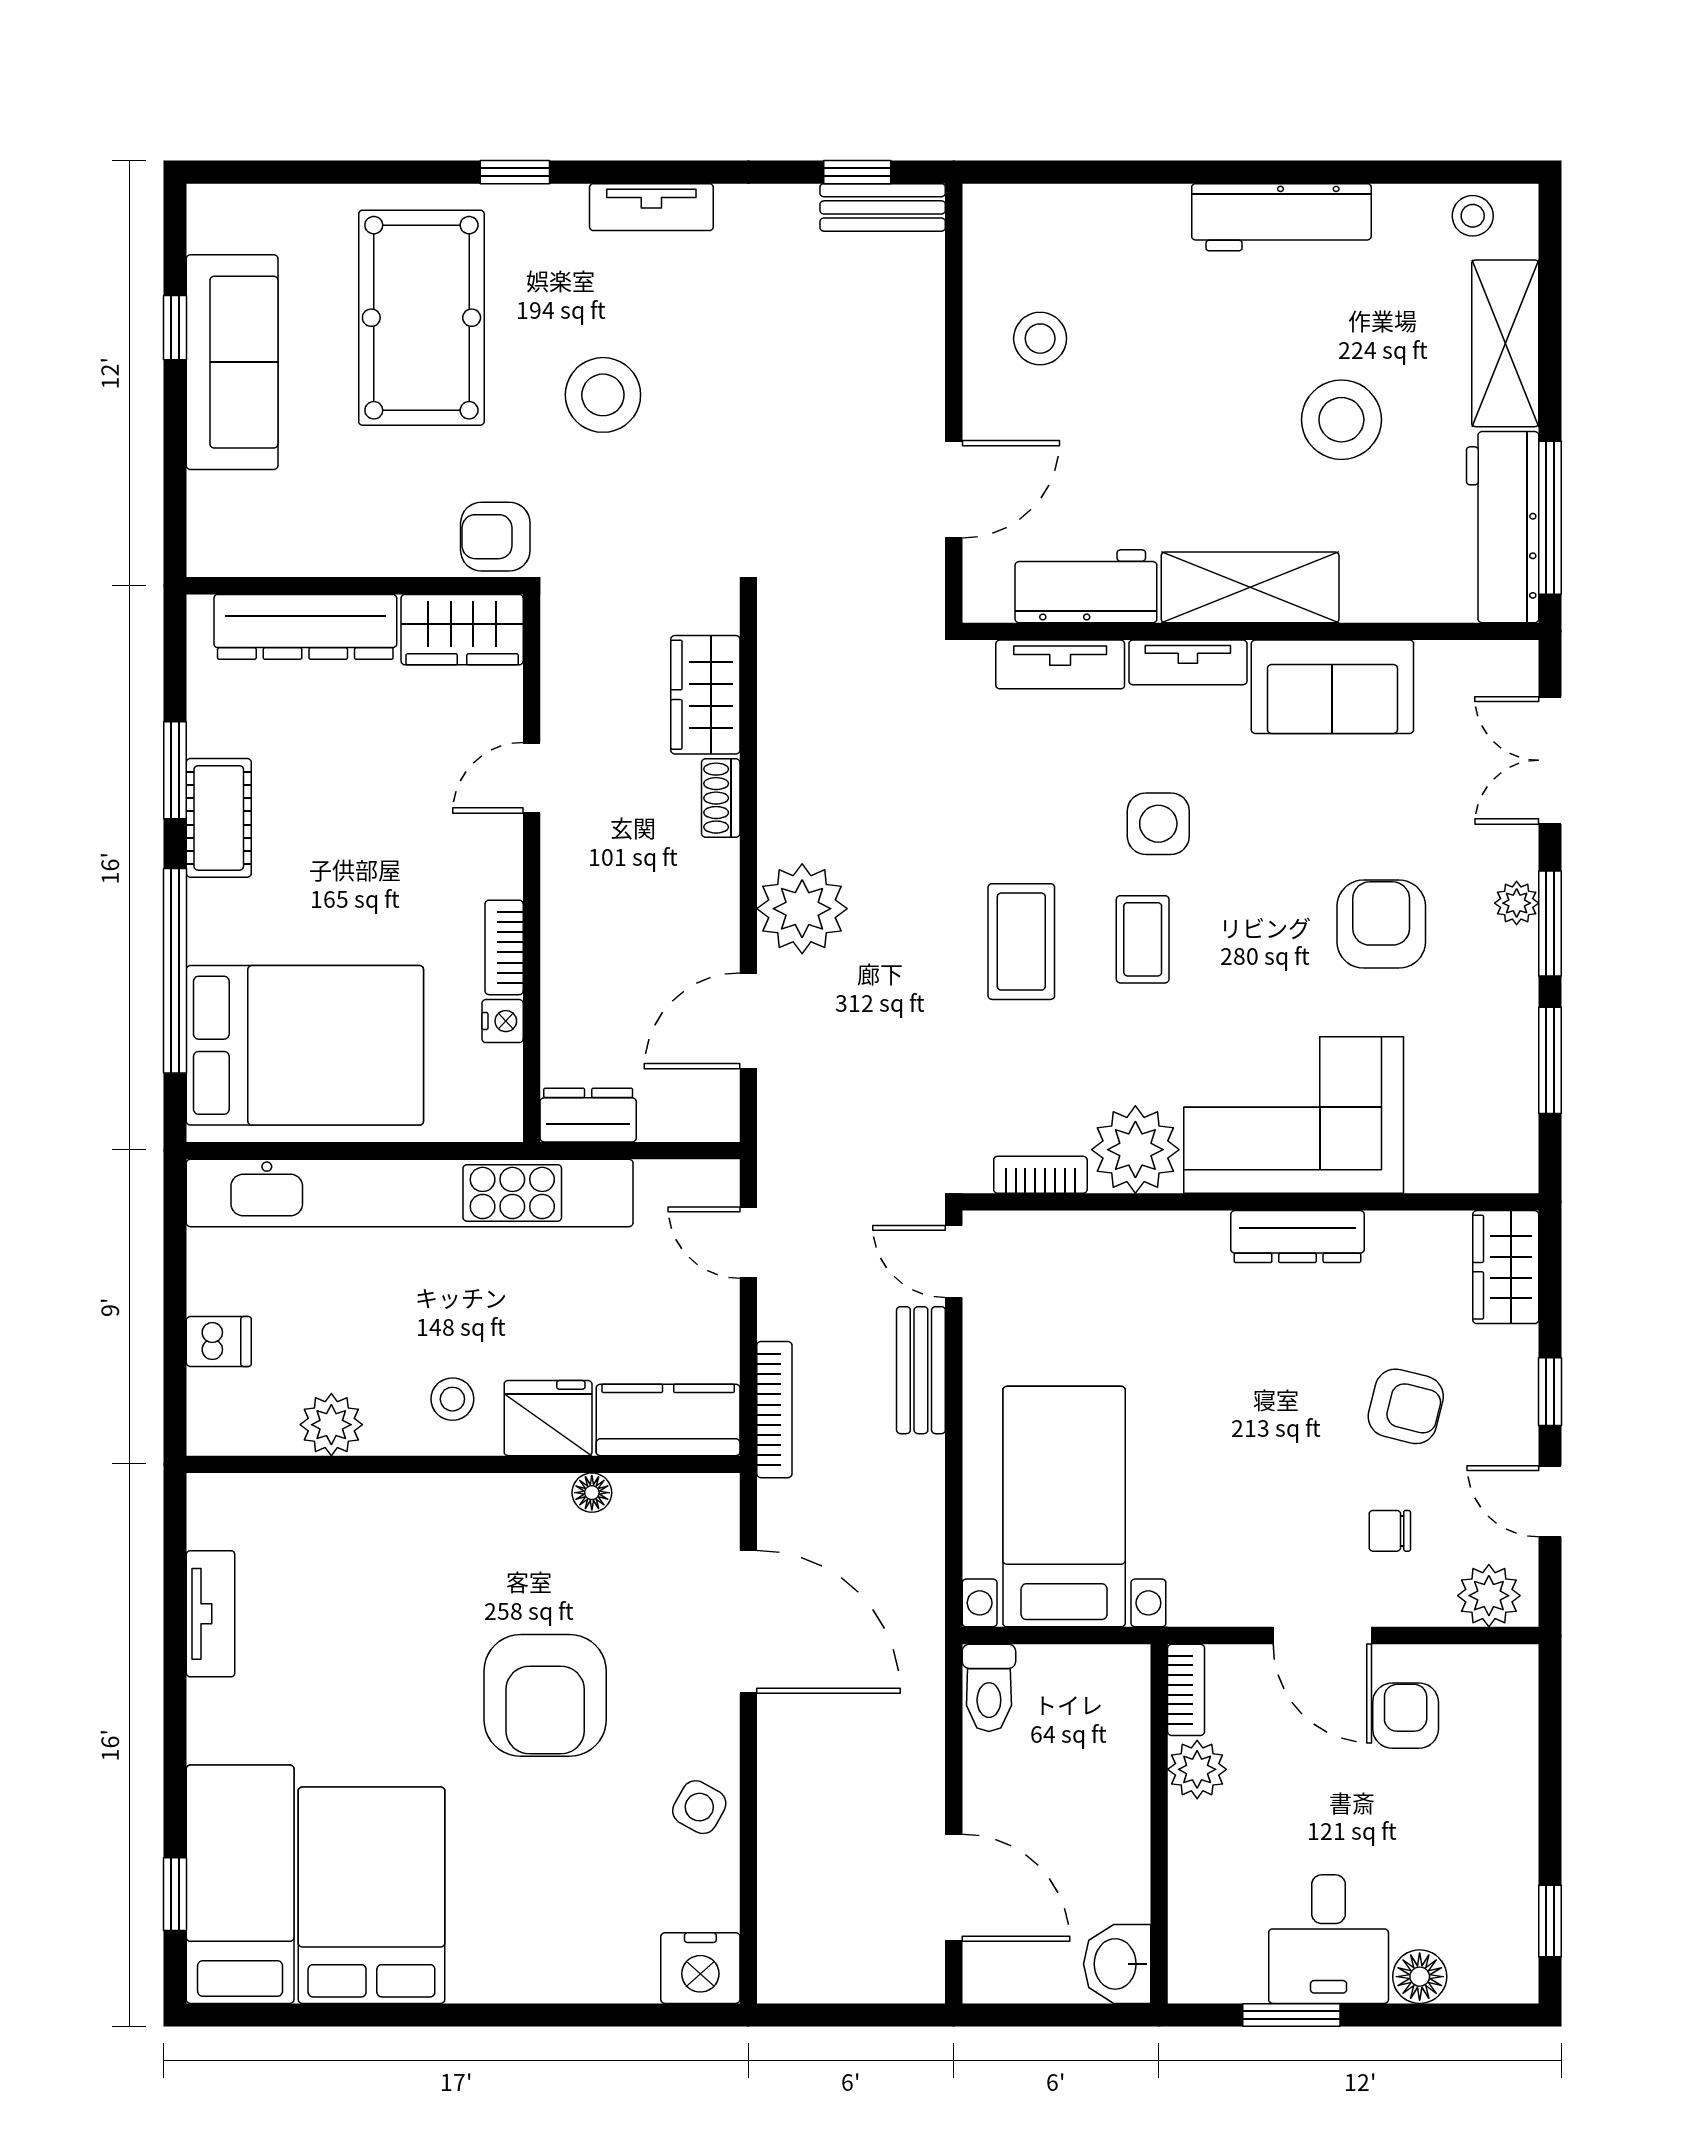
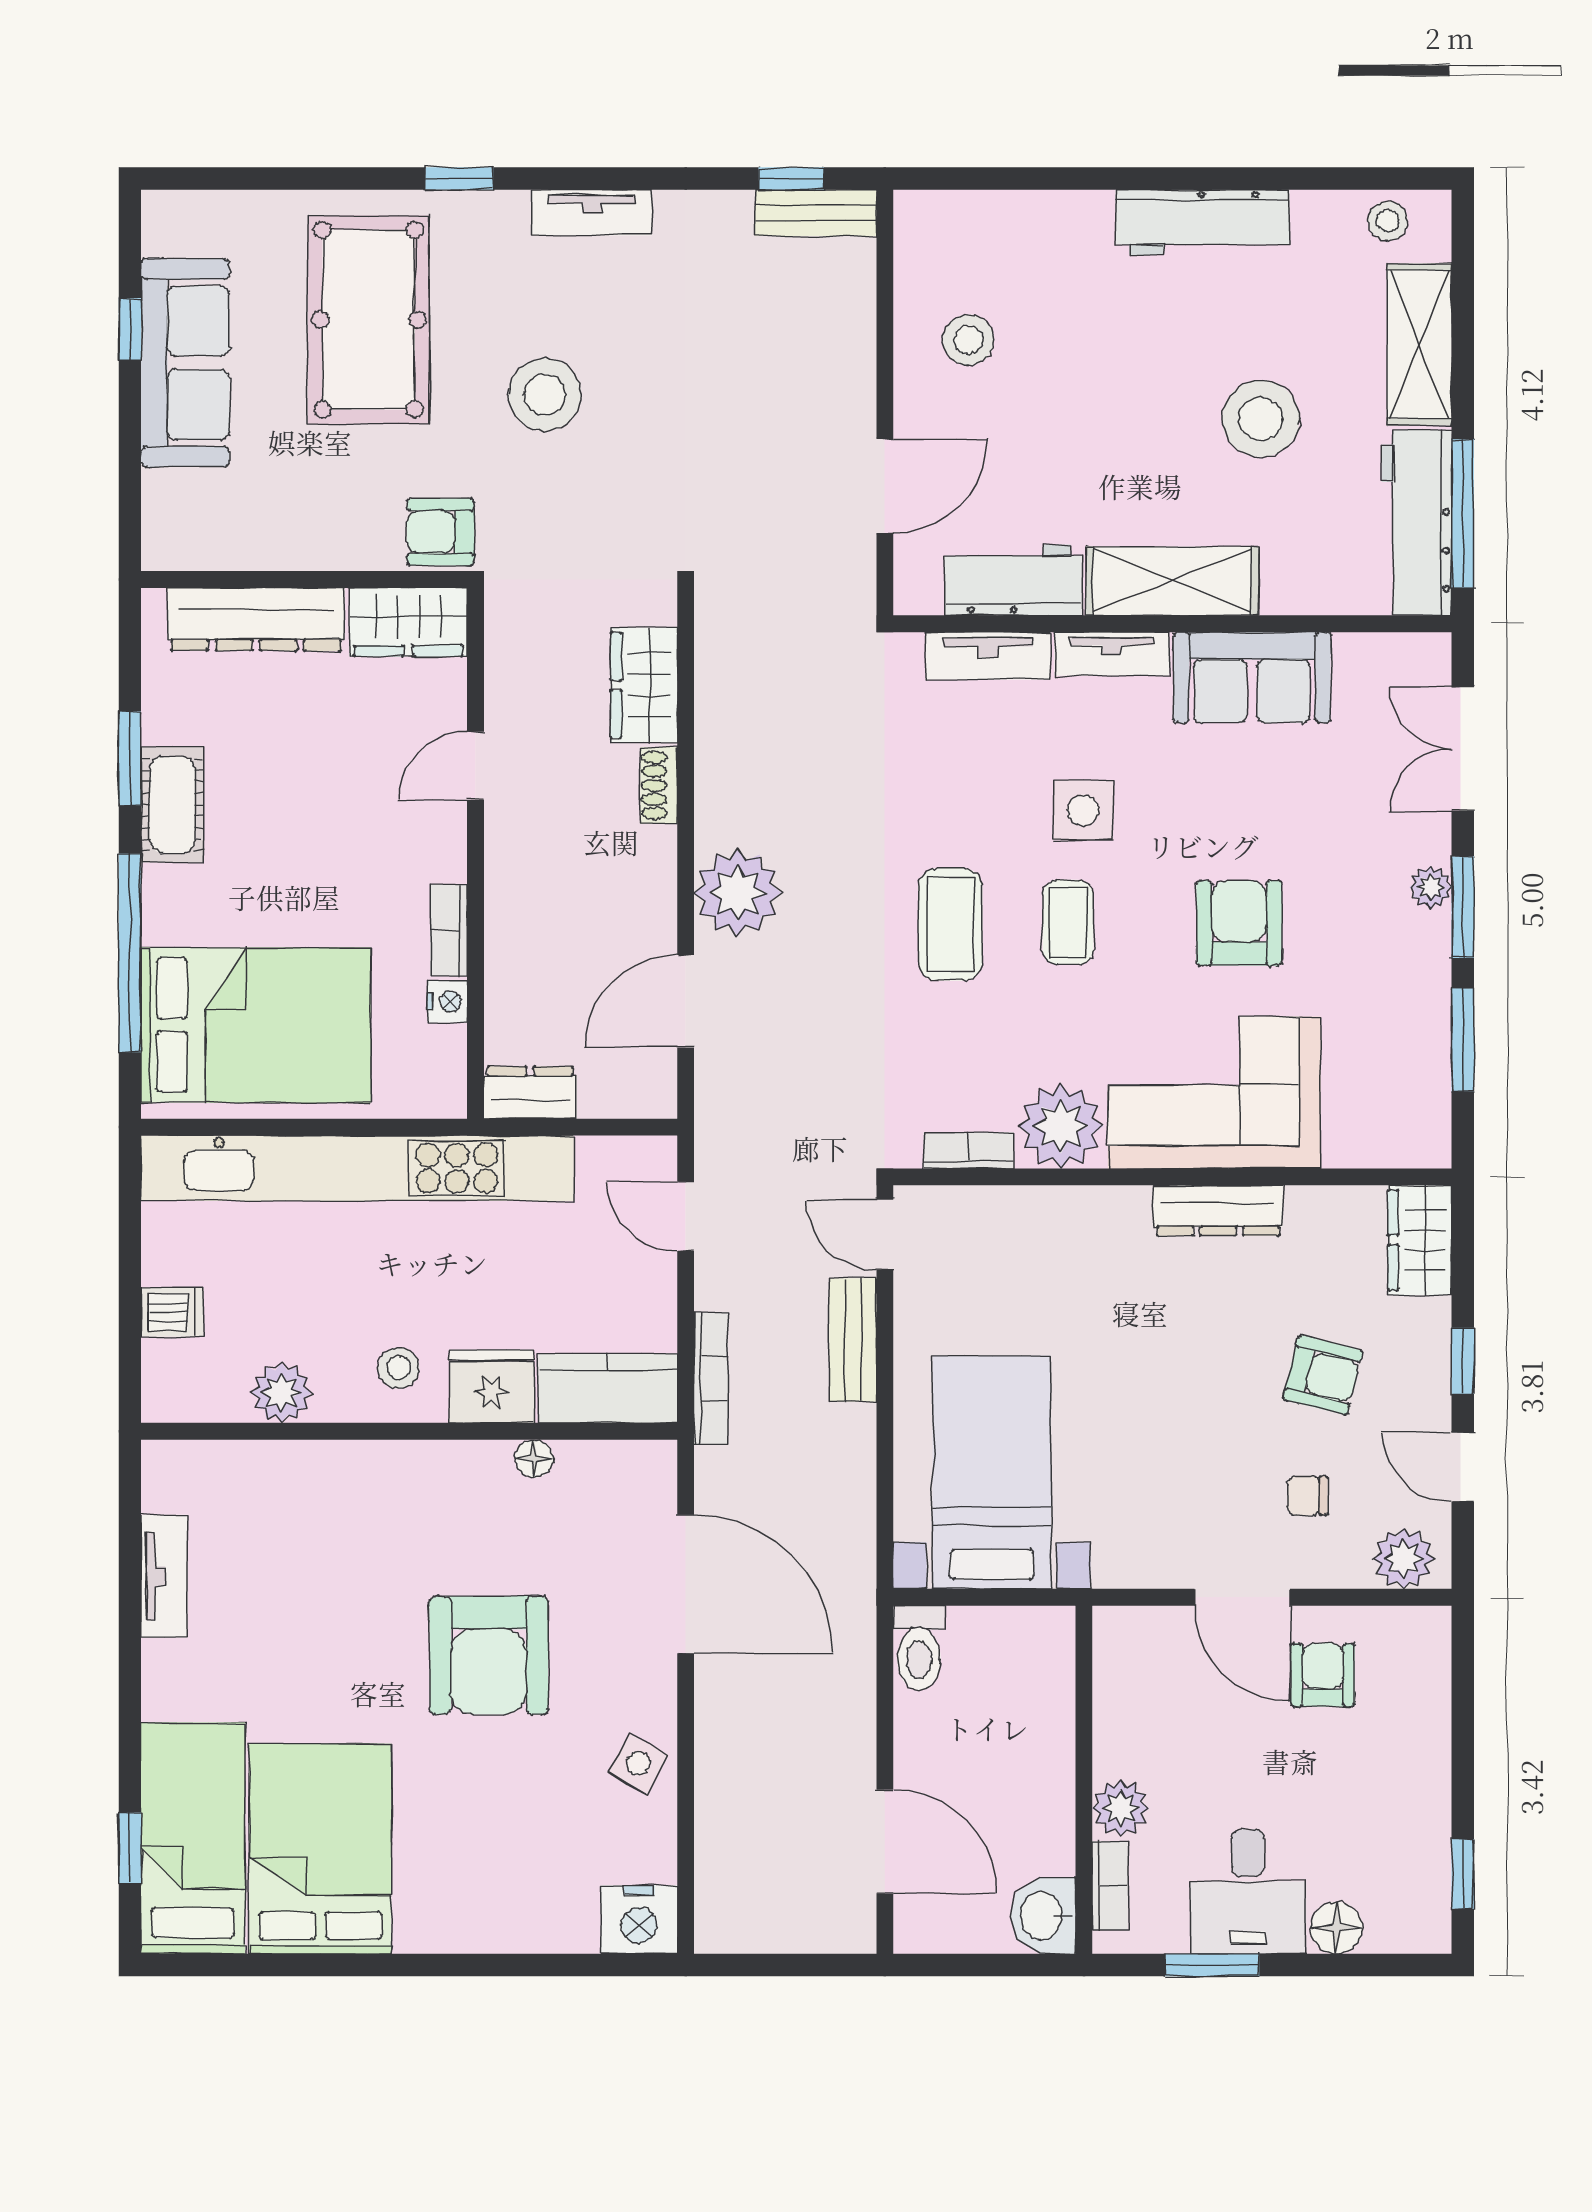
armchair: (1381, 924) -> (1239, 923), moved
bookcase: (1186, 1690) -> (1110, 1885), moved
plant: (1197, 1769) -> (1121, 1808), moved

